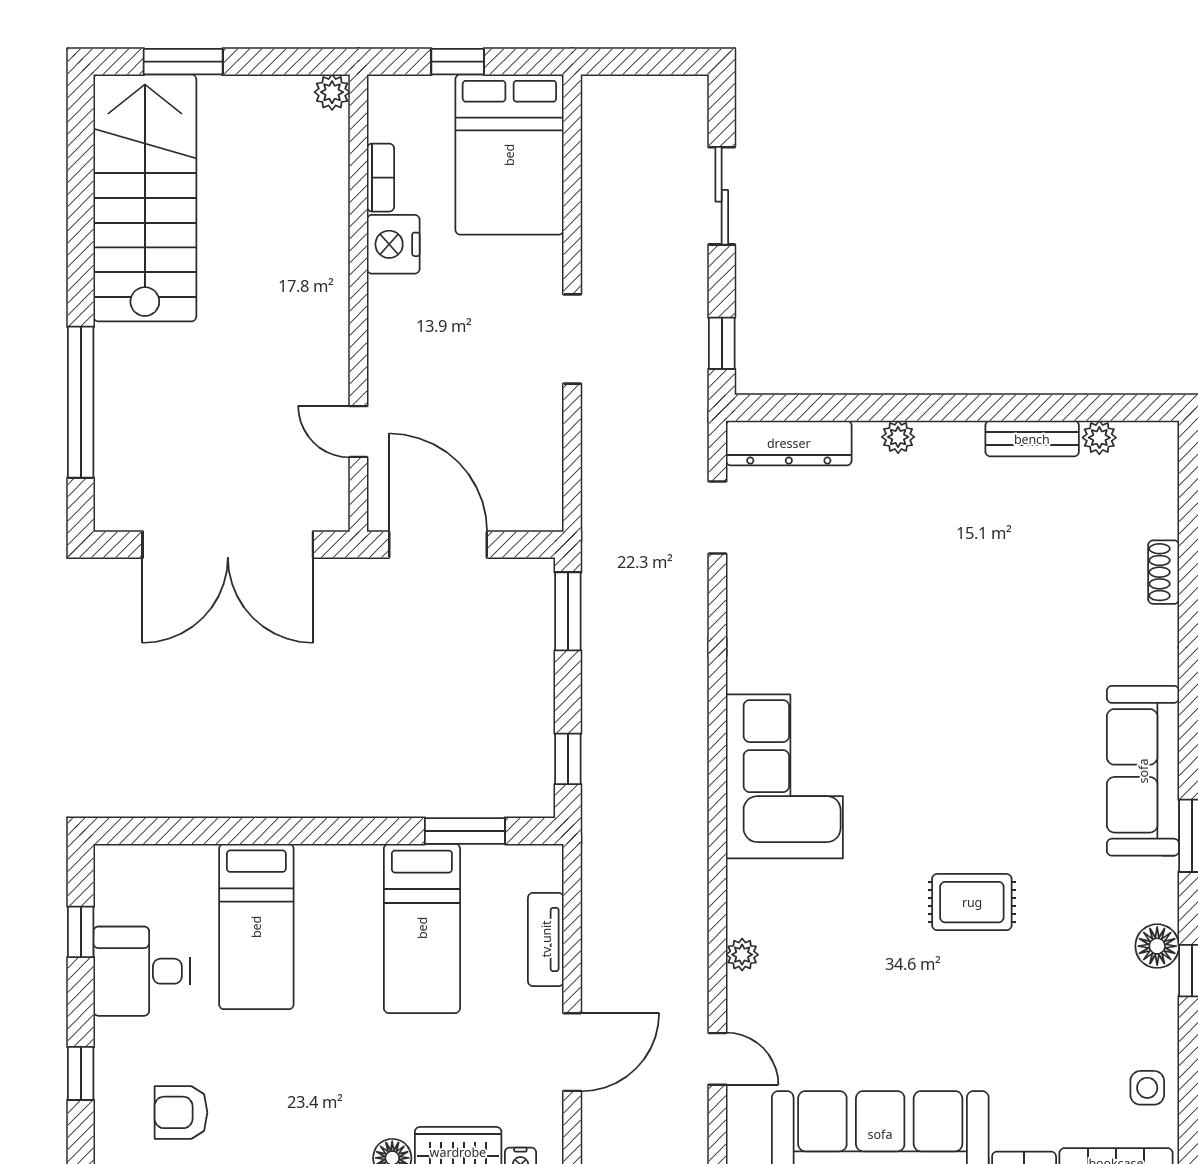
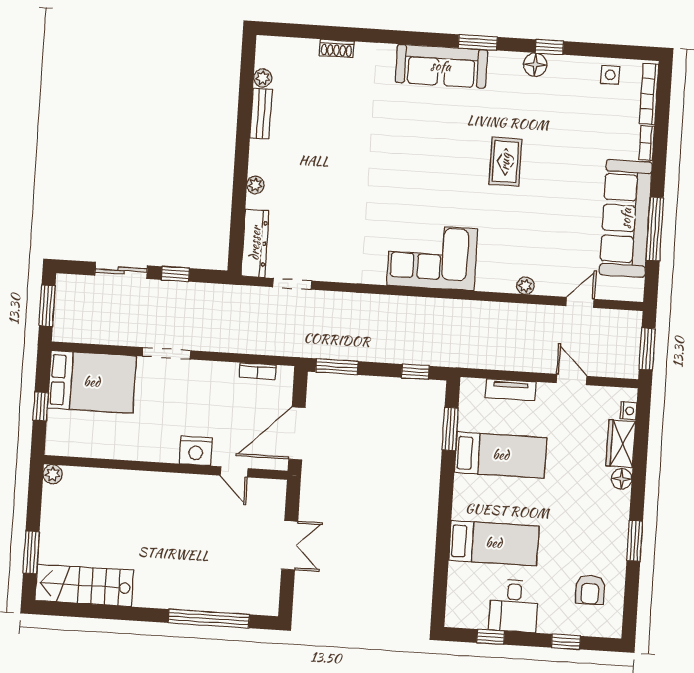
window: (647, 62) -> (47, 306), added
bookcase: (381, 178) -> (257, 371), moved, turned 180
stairs: (145, 198) -> (84, 585), width x0.73, depth x0.66
nightstand: (393, 244) -> (196, 451), moved
doorway: (572, 339) -> (166, 353), moved
window: (722, 343) -> (175, 274), moved
door: (358, 432) -> (234, 472), hinge flipped
double door: (228, 545) -> (290, 545), width x0.54
door: (572, 1052) -> (571, 380), width x0.73

